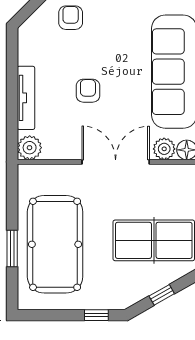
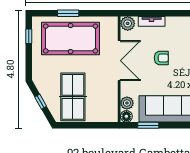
tv unit: (26, 98) -> (152, 21), width x0.71
double door: (116, 162) -> (119, 61), moved
window: (96, 315) -> (29, 36), moved

